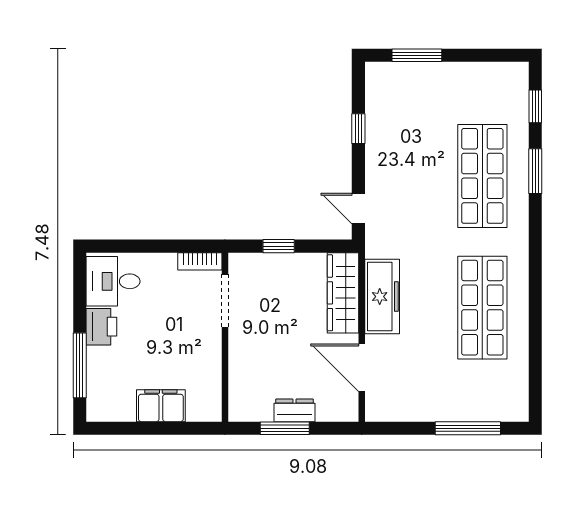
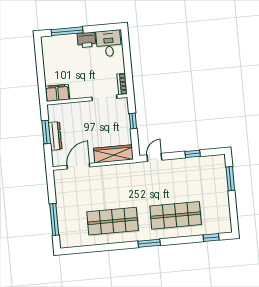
window: (535, 171) -> (149, 243), moved
freezer: (382, 297) -> (113, 173), removed
filing cabinet: (161, 406) -> (57, 93), moved, turned -90
dresser: (294, 410) -> (55, 136), width x1.44

